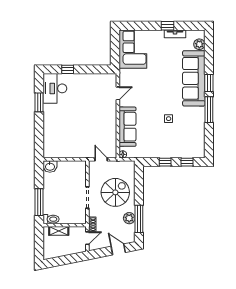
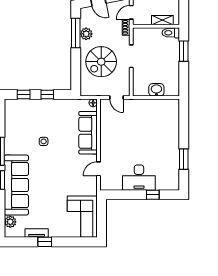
desk: (55, 88) -> (139, 178), moved, turned 90
washbasin: (50, 166) -> (156, 90), moved
window: (39, 202) -> (184, 51), width x0.69

